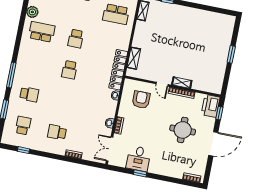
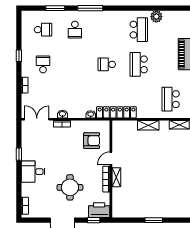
school desk: (76, 39) -> (139, 64), width x1.85
shelving: (134, 58) -> (148, 125), moved
window: (23, 150) -> (19, 56), moved
desk: (138, 159) -> (33, 172), moved

